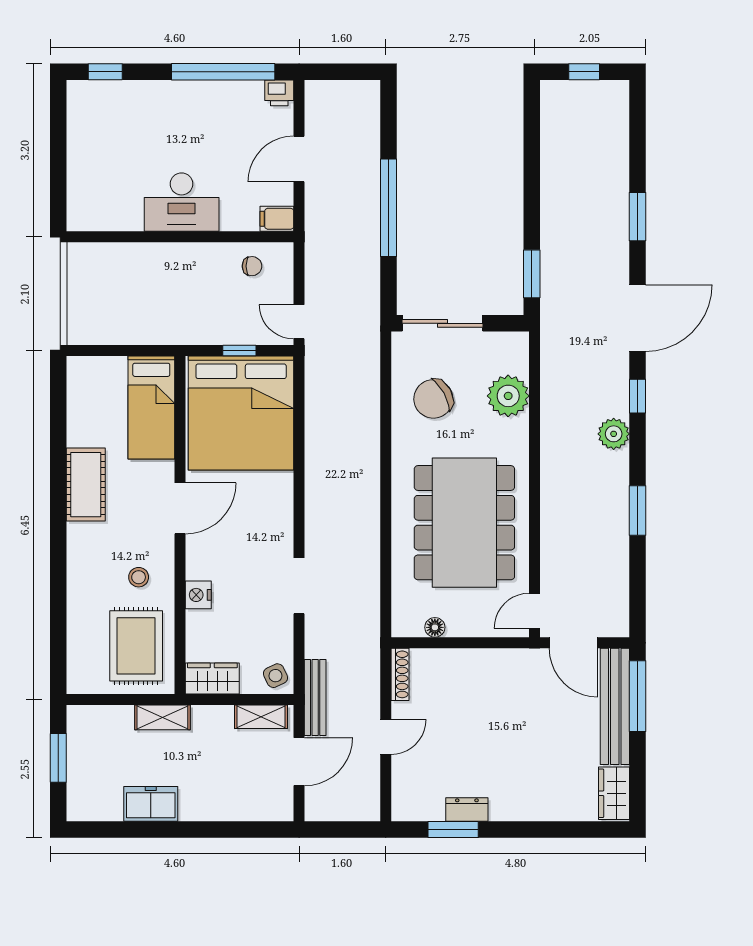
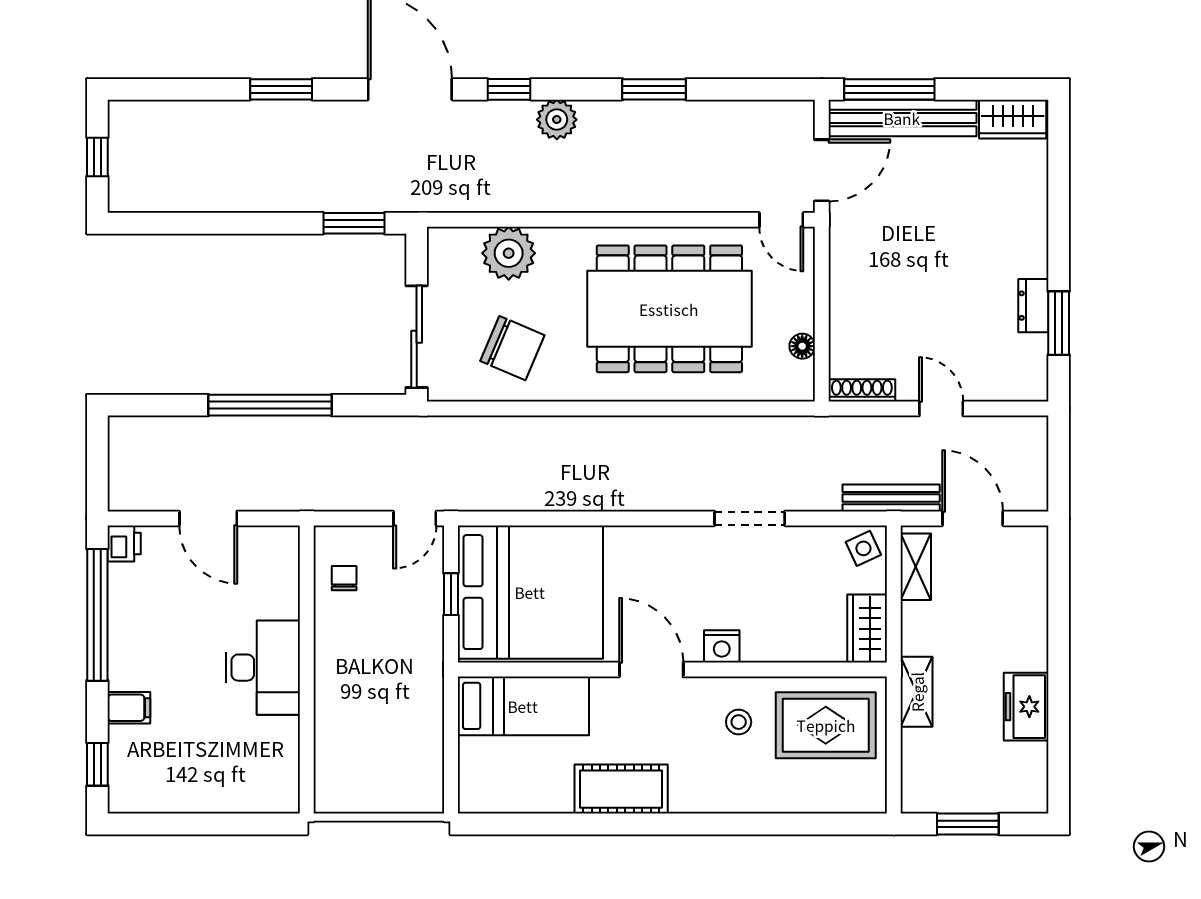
filing cabinet: (277, 219) -> (129, 708), moved, turned -90
chair: (433, 399) -> (512, 348), turned -38
nightstand: (198, 595) -> (722, 646), moved

